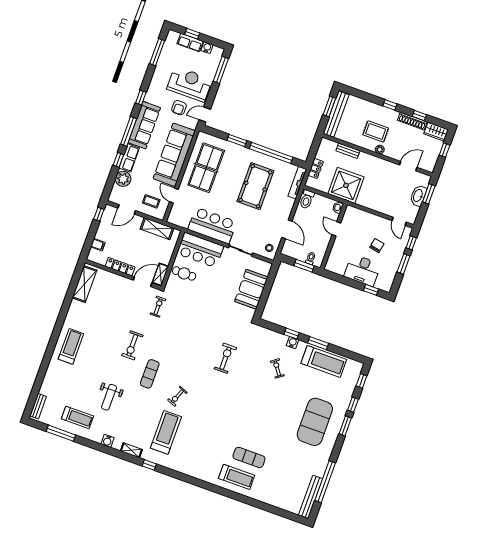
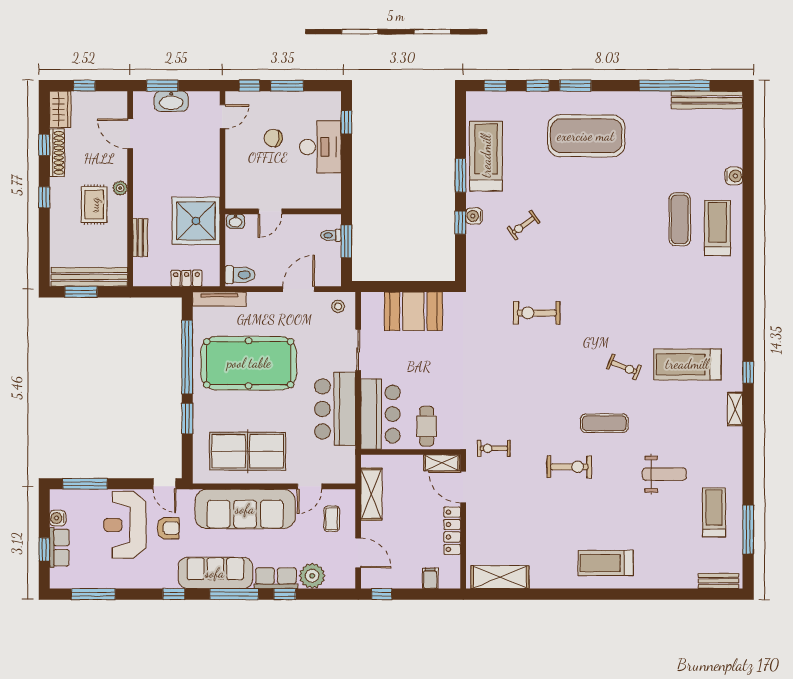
pool table: (255, 186) -> (249, 363), width x1.36, depth x1.32
water cooler: (107, 441) -> (734, 176), moved

